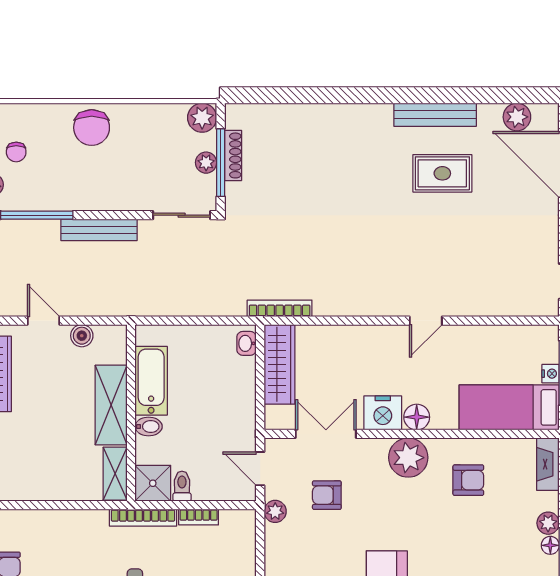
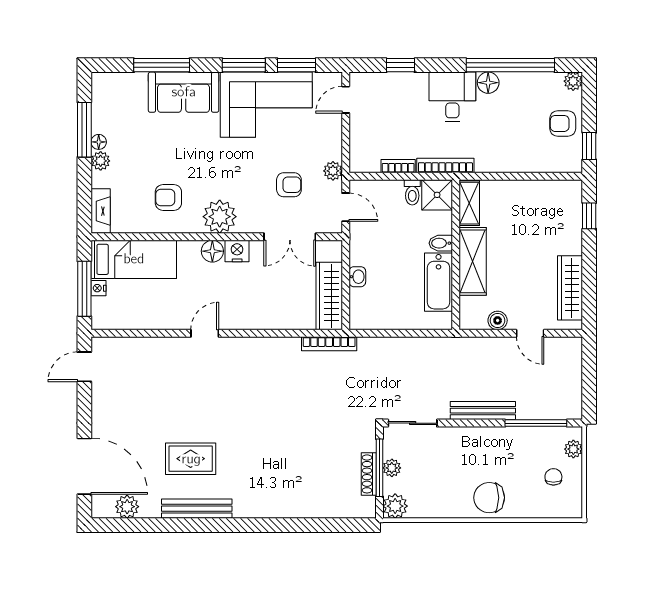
chair: (92, 128) -> (489, 498), turned -90
washbasin: (247, 343) -> (357, 277), moved
nightstand: (383, 413) -> (237, 251), width x0.74, depth x0.75

